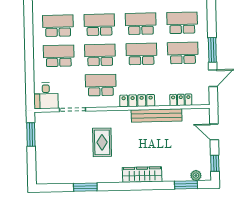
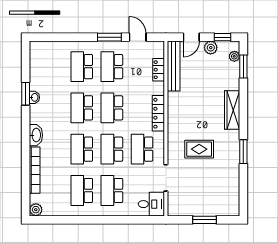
bench: (157, 115) -> (174, 66), moved
window: (31, 135) -> (205, 220), moved
plant: (204, 152) -> (211, 48), added
window: (85, 187) -> (243, 152), moved

